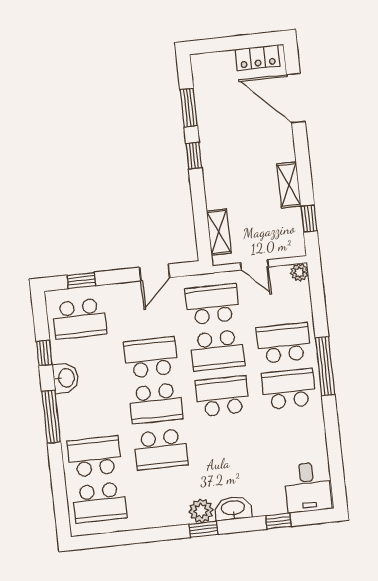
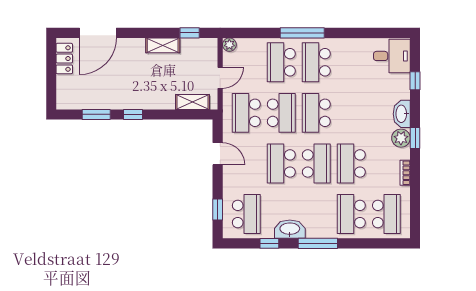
washbasin: (66, 378) -> (290, 229), width x1.38
school desk: (161, 449) -> (351, 163), turned 180
bookcase: (156, 521) -> (405, 173), added

